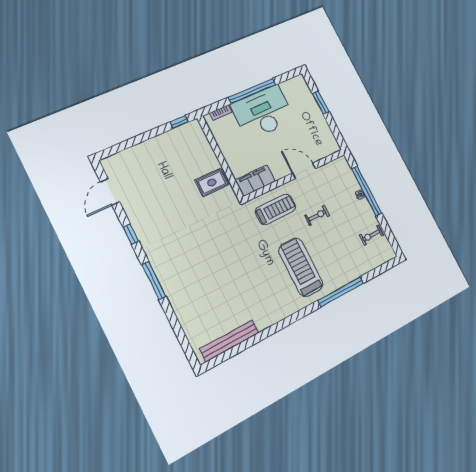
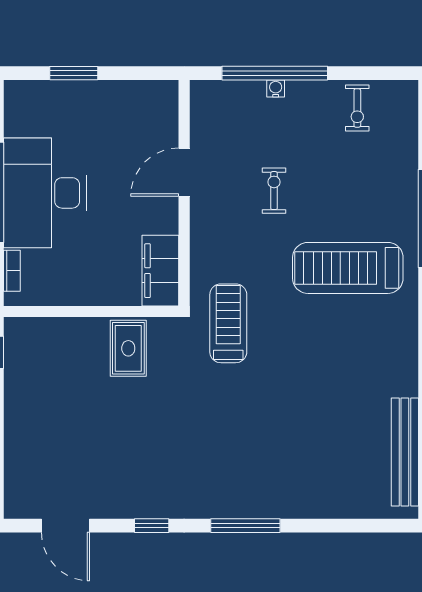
treadmill: (276, 209) -> (228, 323), moved

